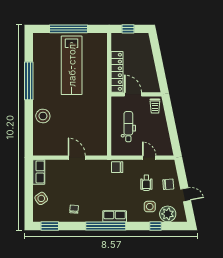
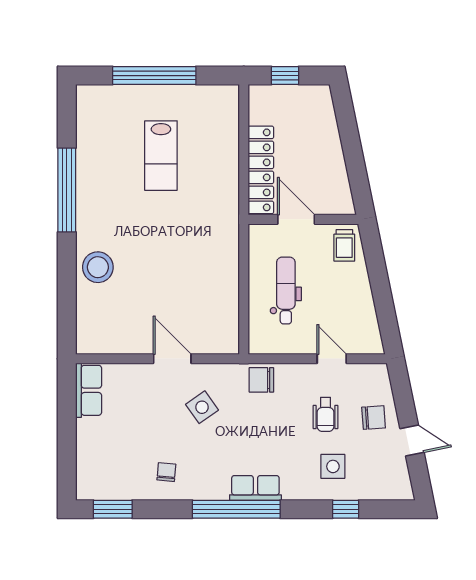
lab bench: (72, 65) -> (161, 156), width x0.54, depth x0.72
side table: (41, 198) -> (202, 407), moved
plant: (168, 214) -> (372, 483), removed

